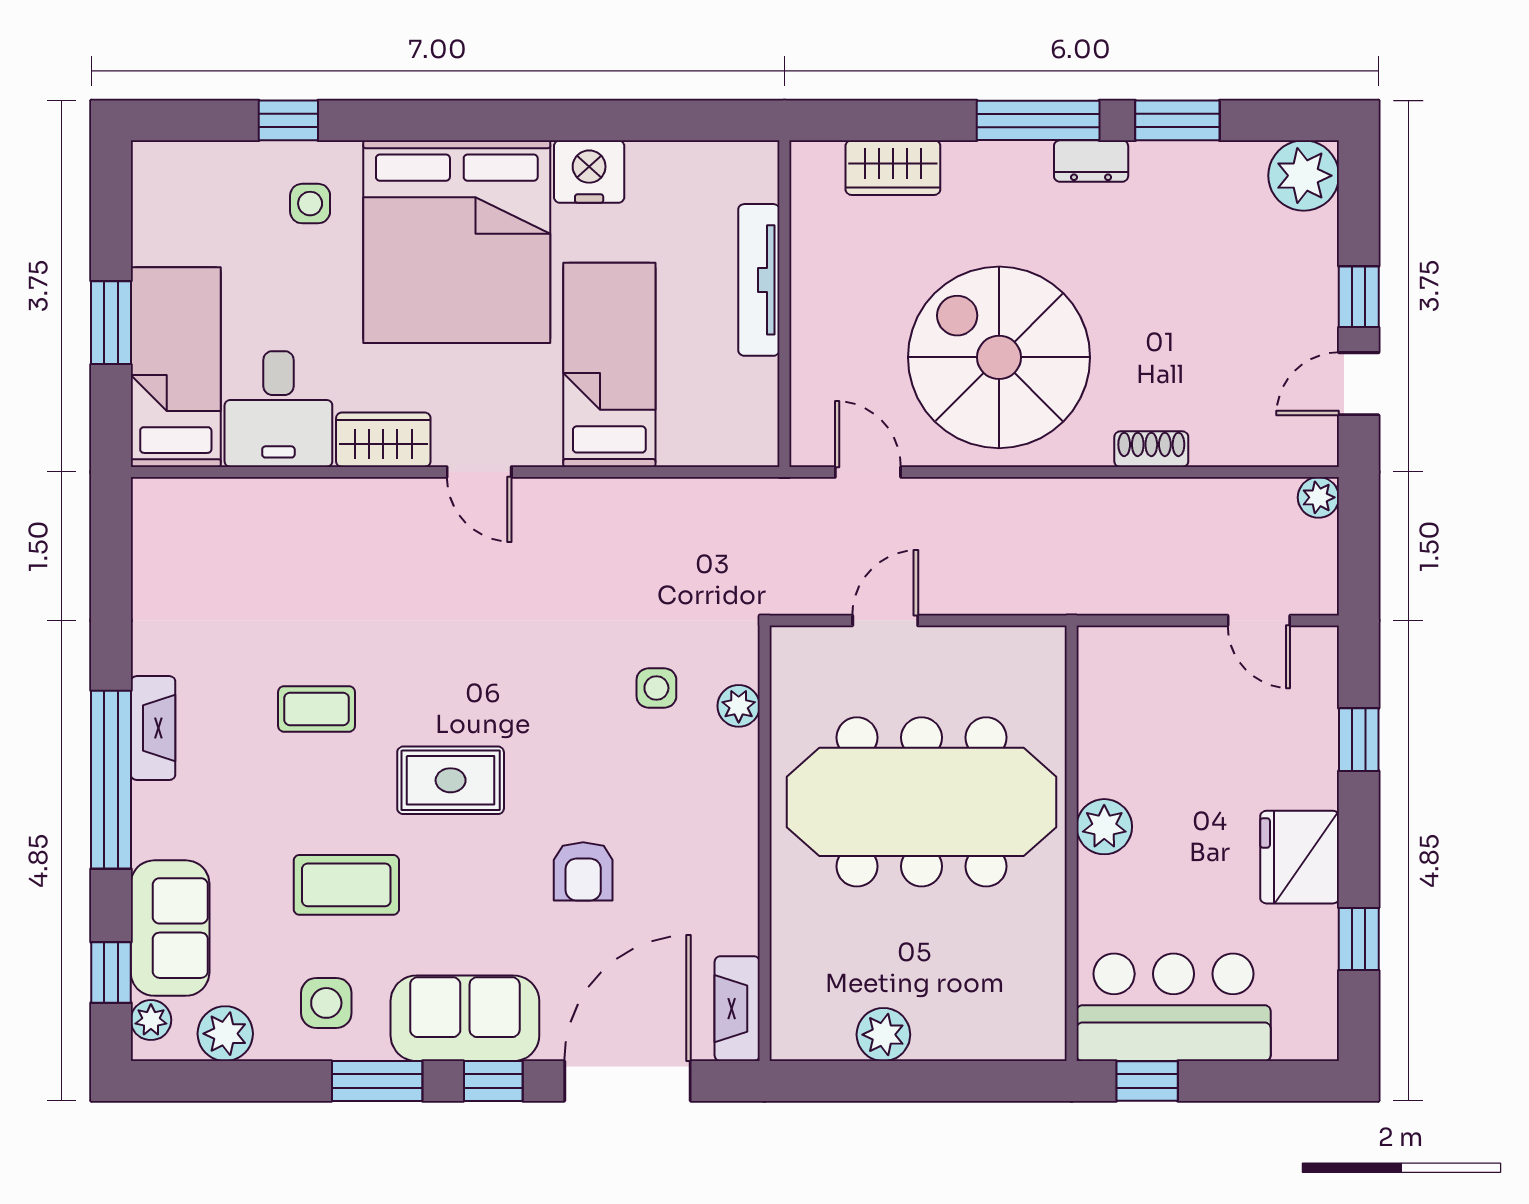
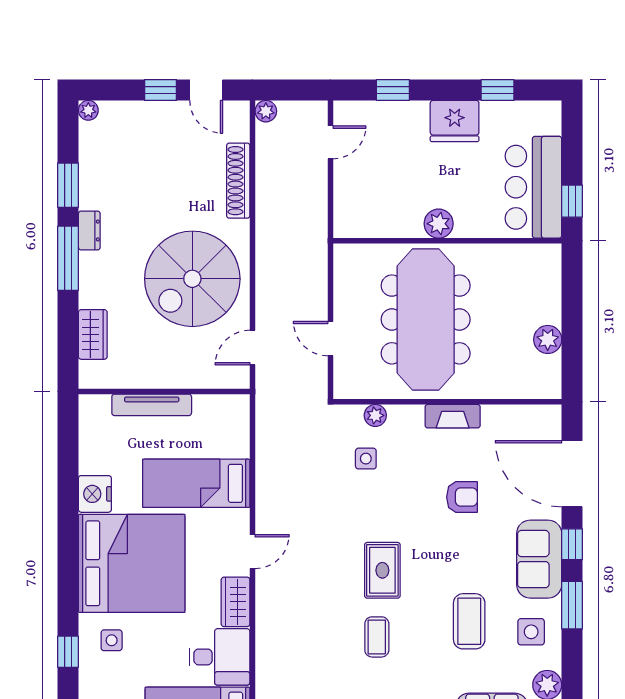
plant: (1304, 176) -> (88, 110), width x0.53, depth x0.53
shoe rack: (1151, 449) -> (238, 181), width x1.94, depth x1.24
rug: (451, 780) -> (382, 570), moved
fireplace: (737, 1009) -> (453, 416), moved

